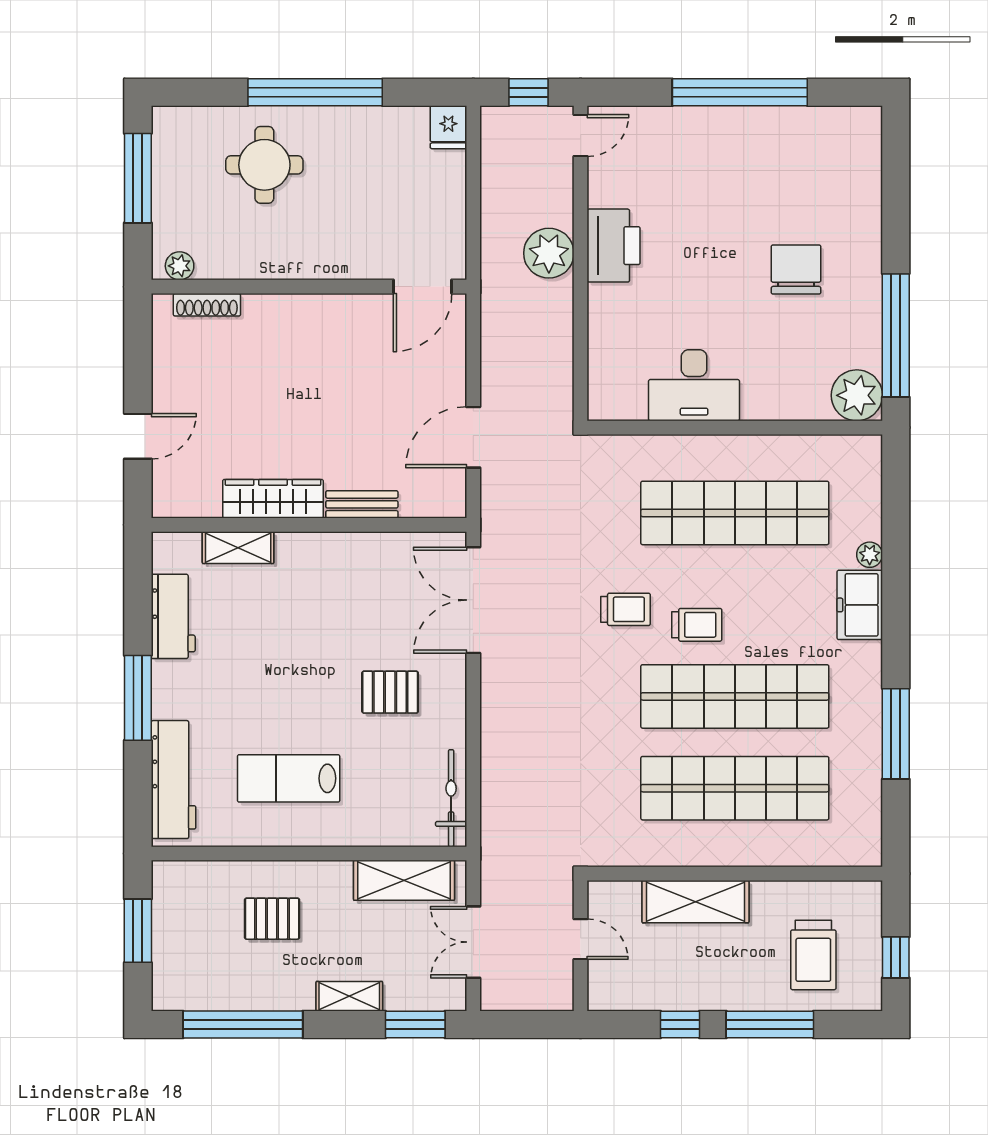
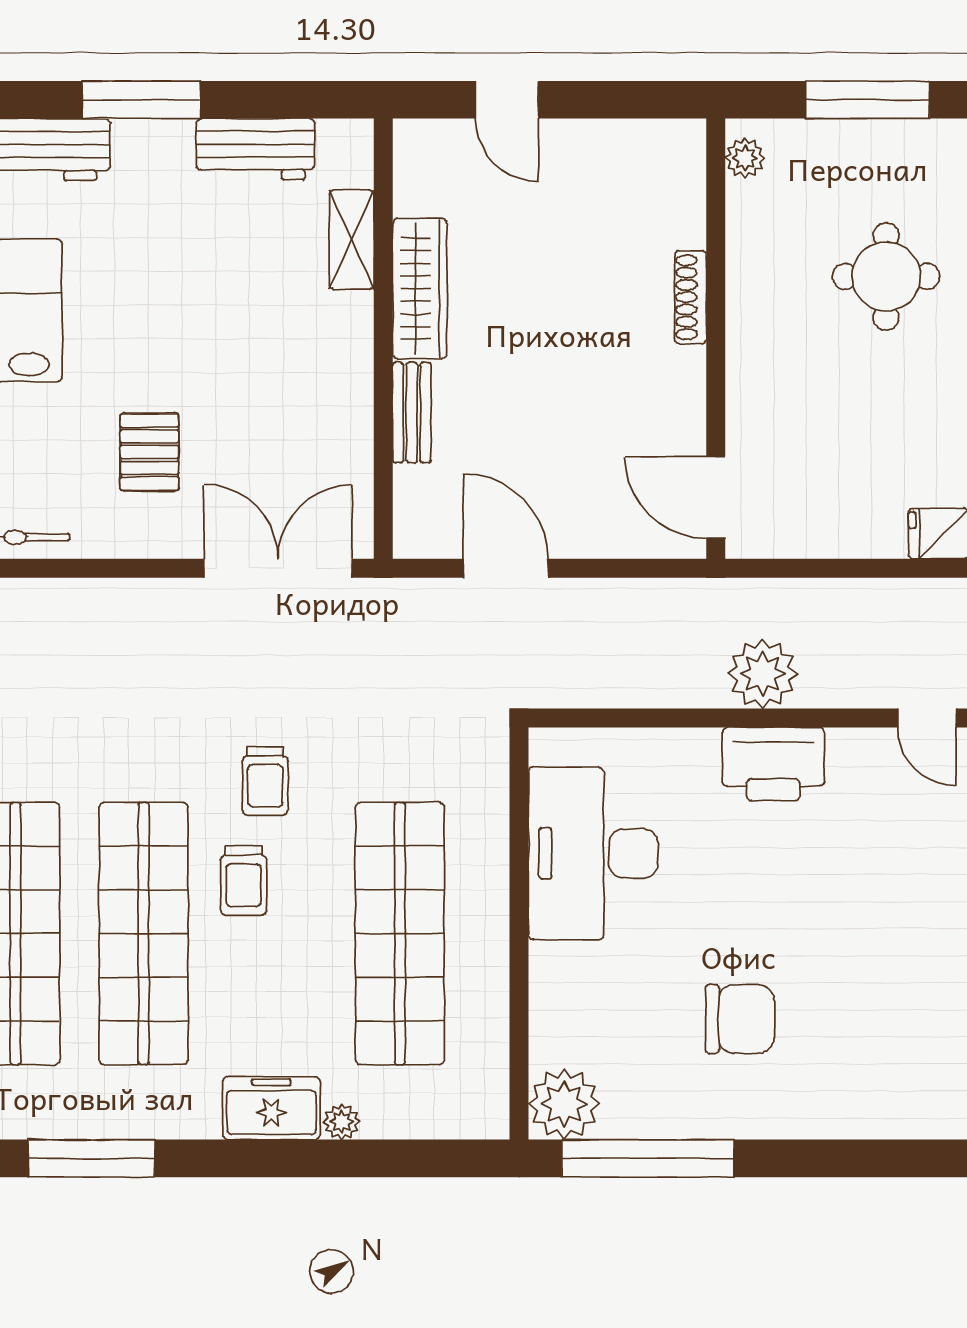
shoe rack: (207, 305) -> (691, 297), moved
desk: (694, 385) -> (593, 853), width x1.36, depth x1.30

